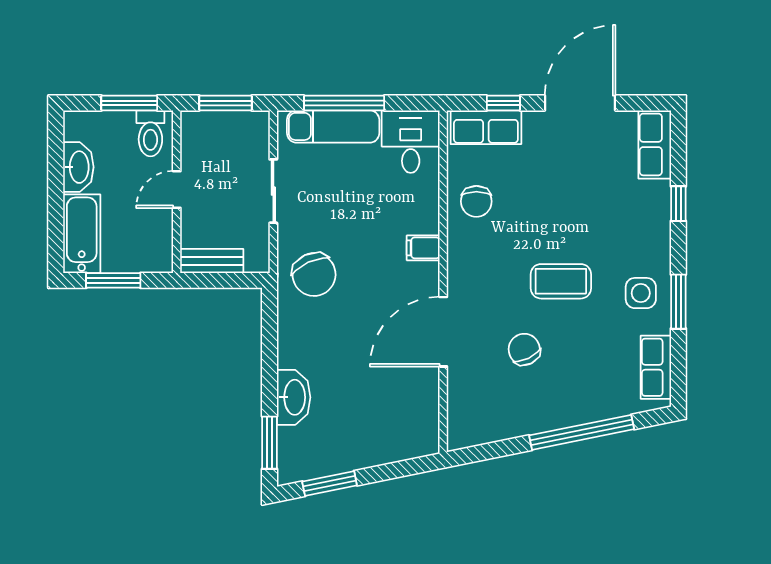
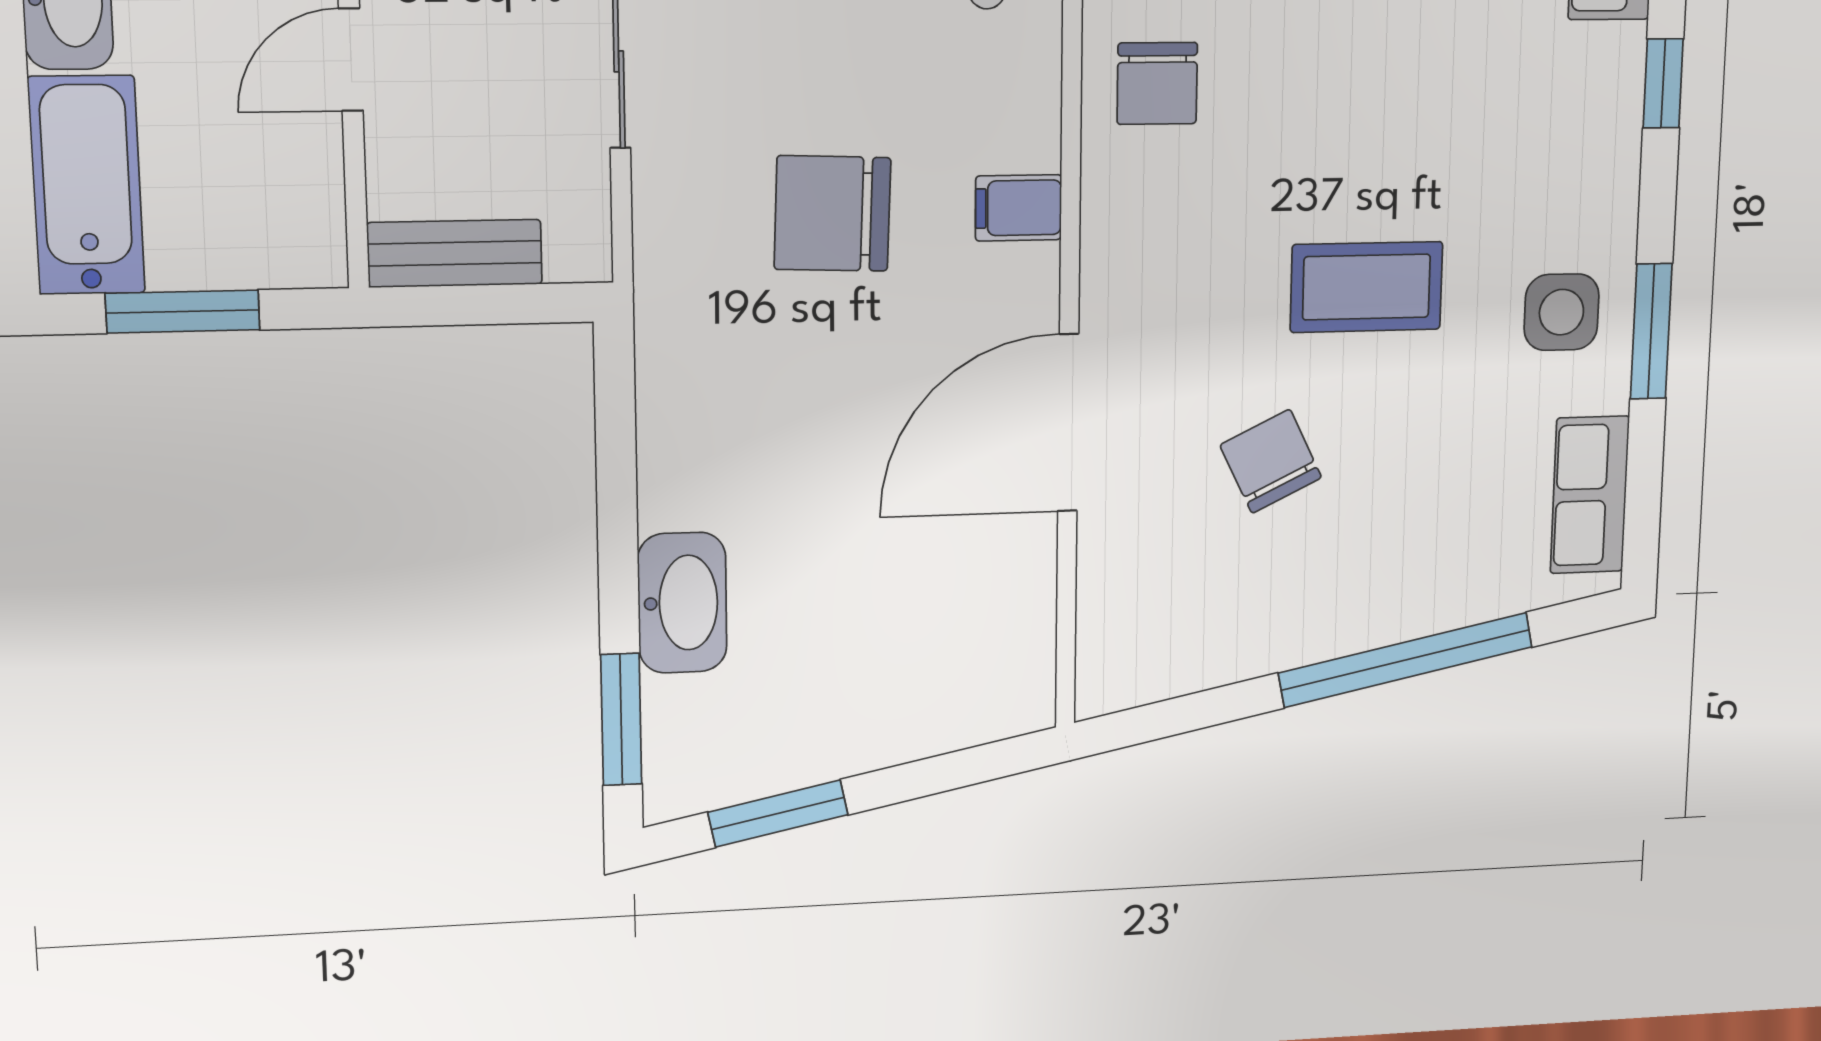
chair: (314, 274) -> (832, 214), moved, turned 117

